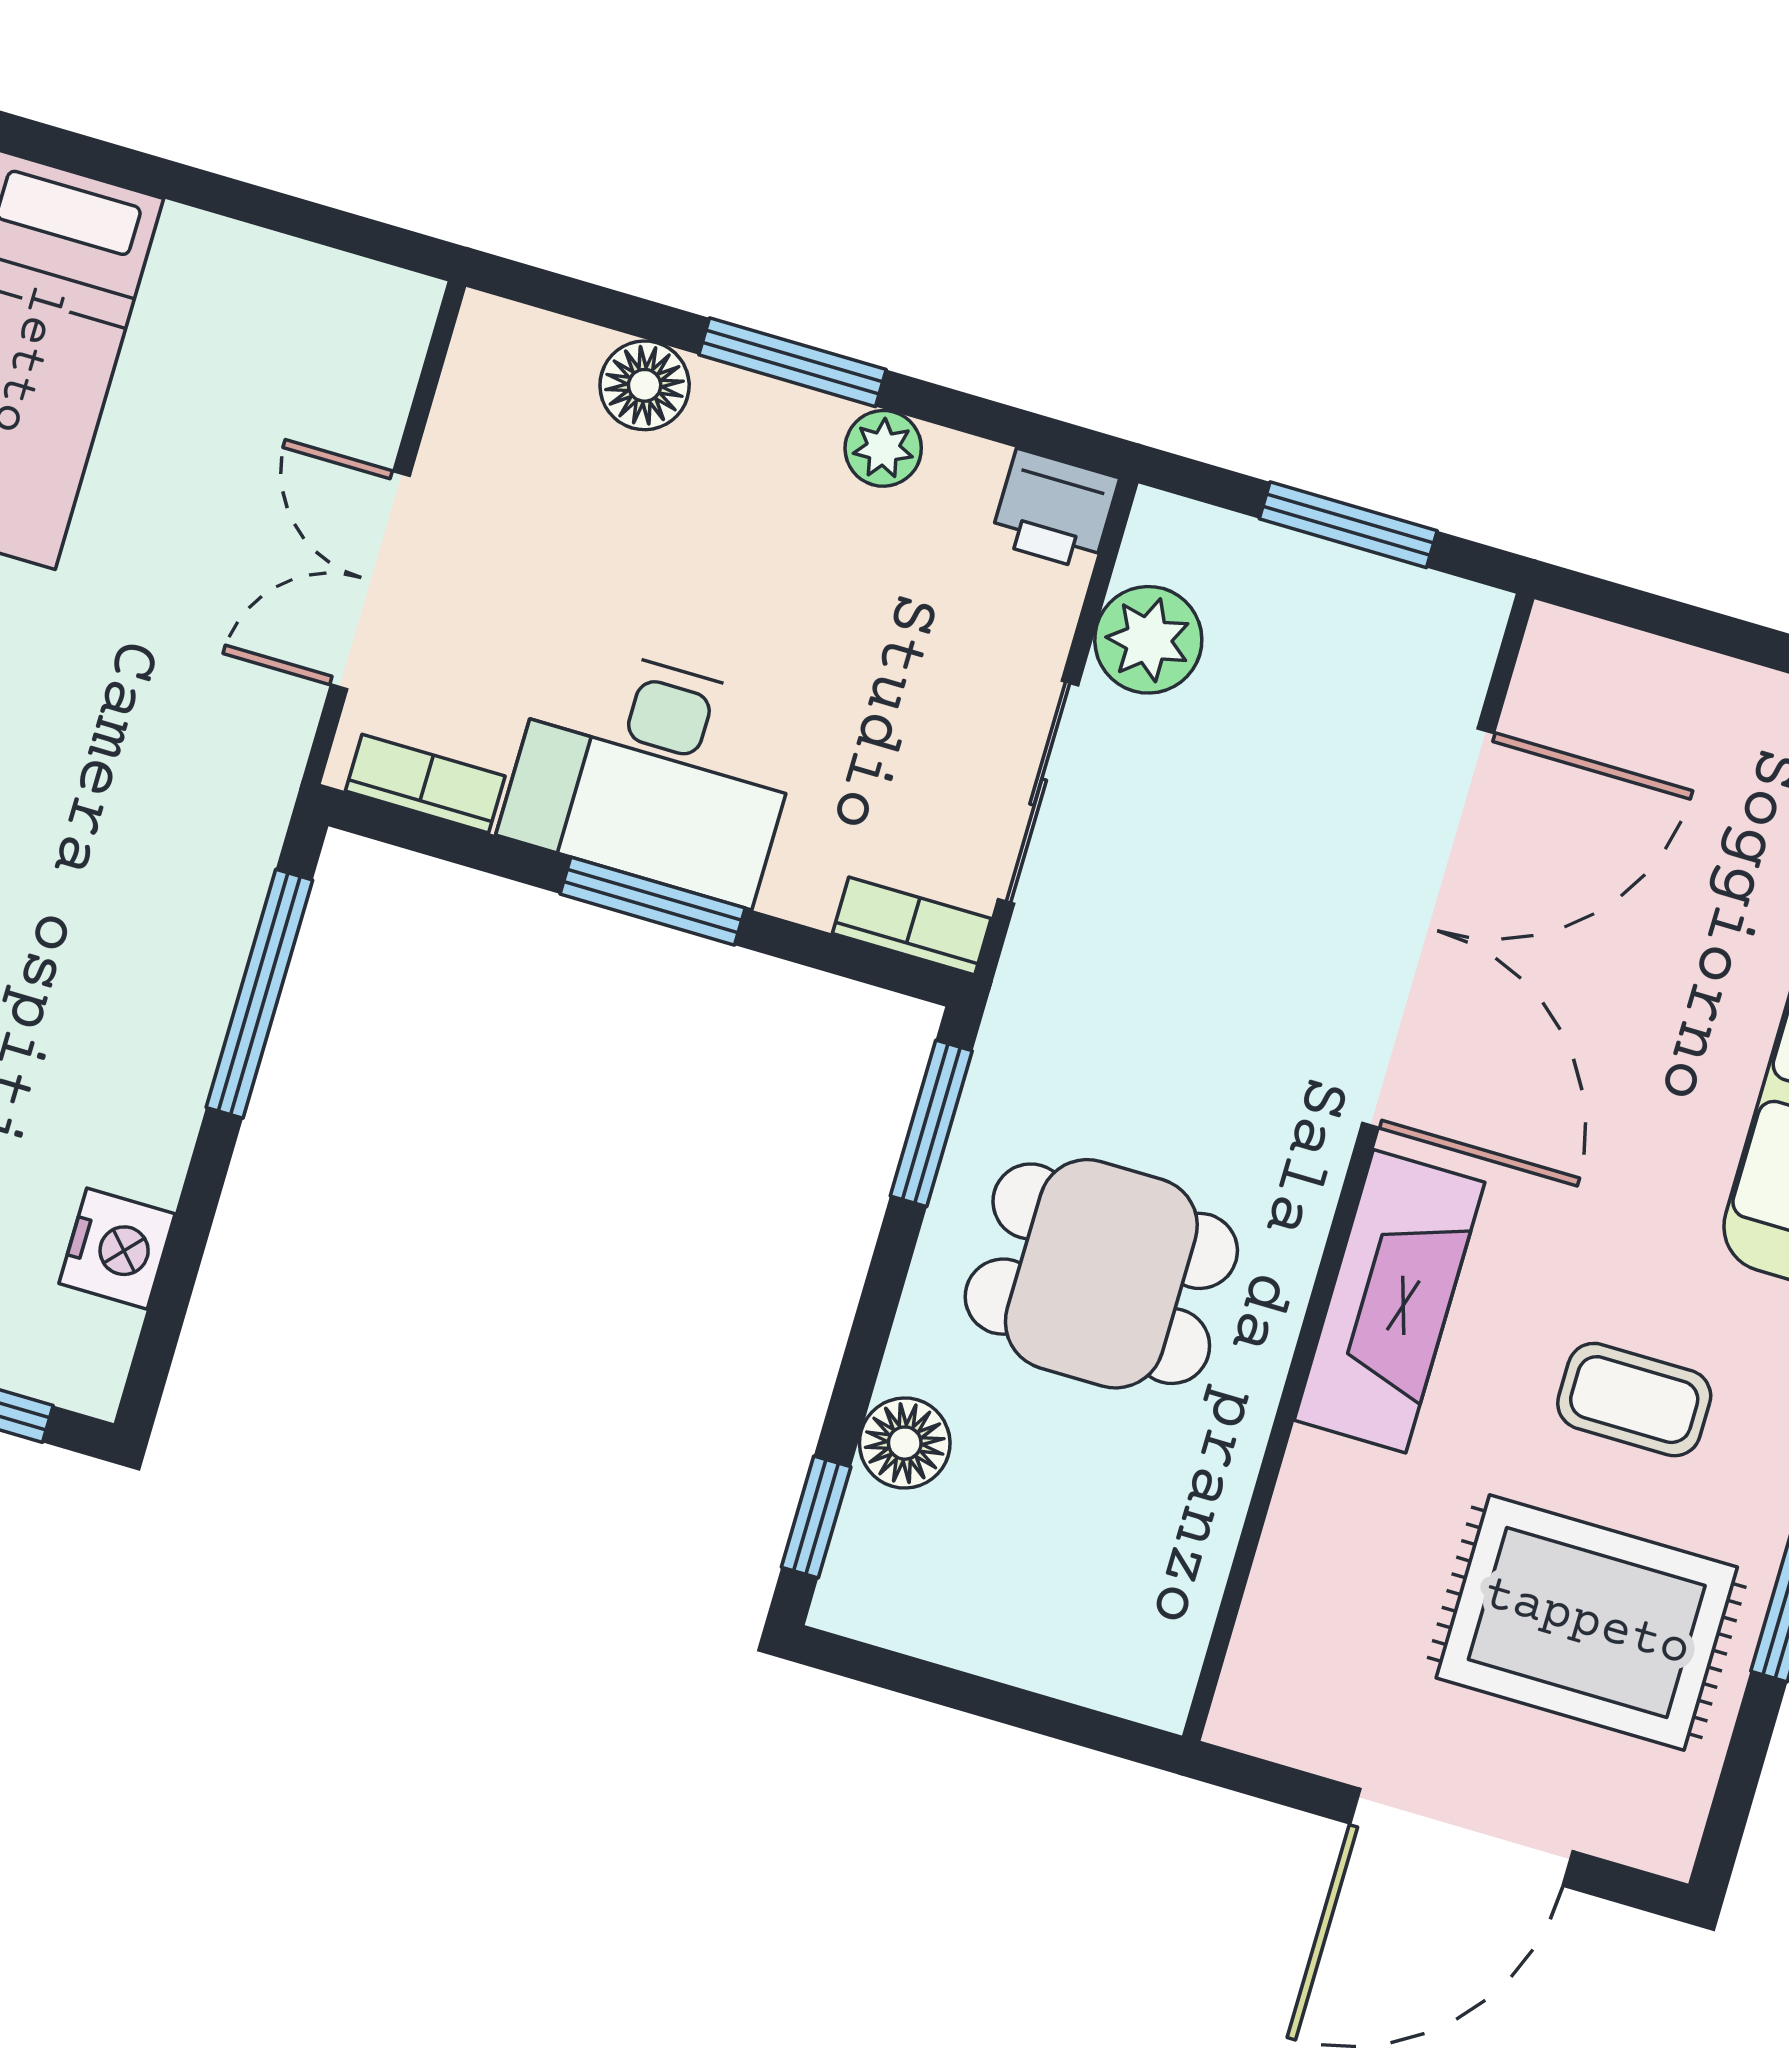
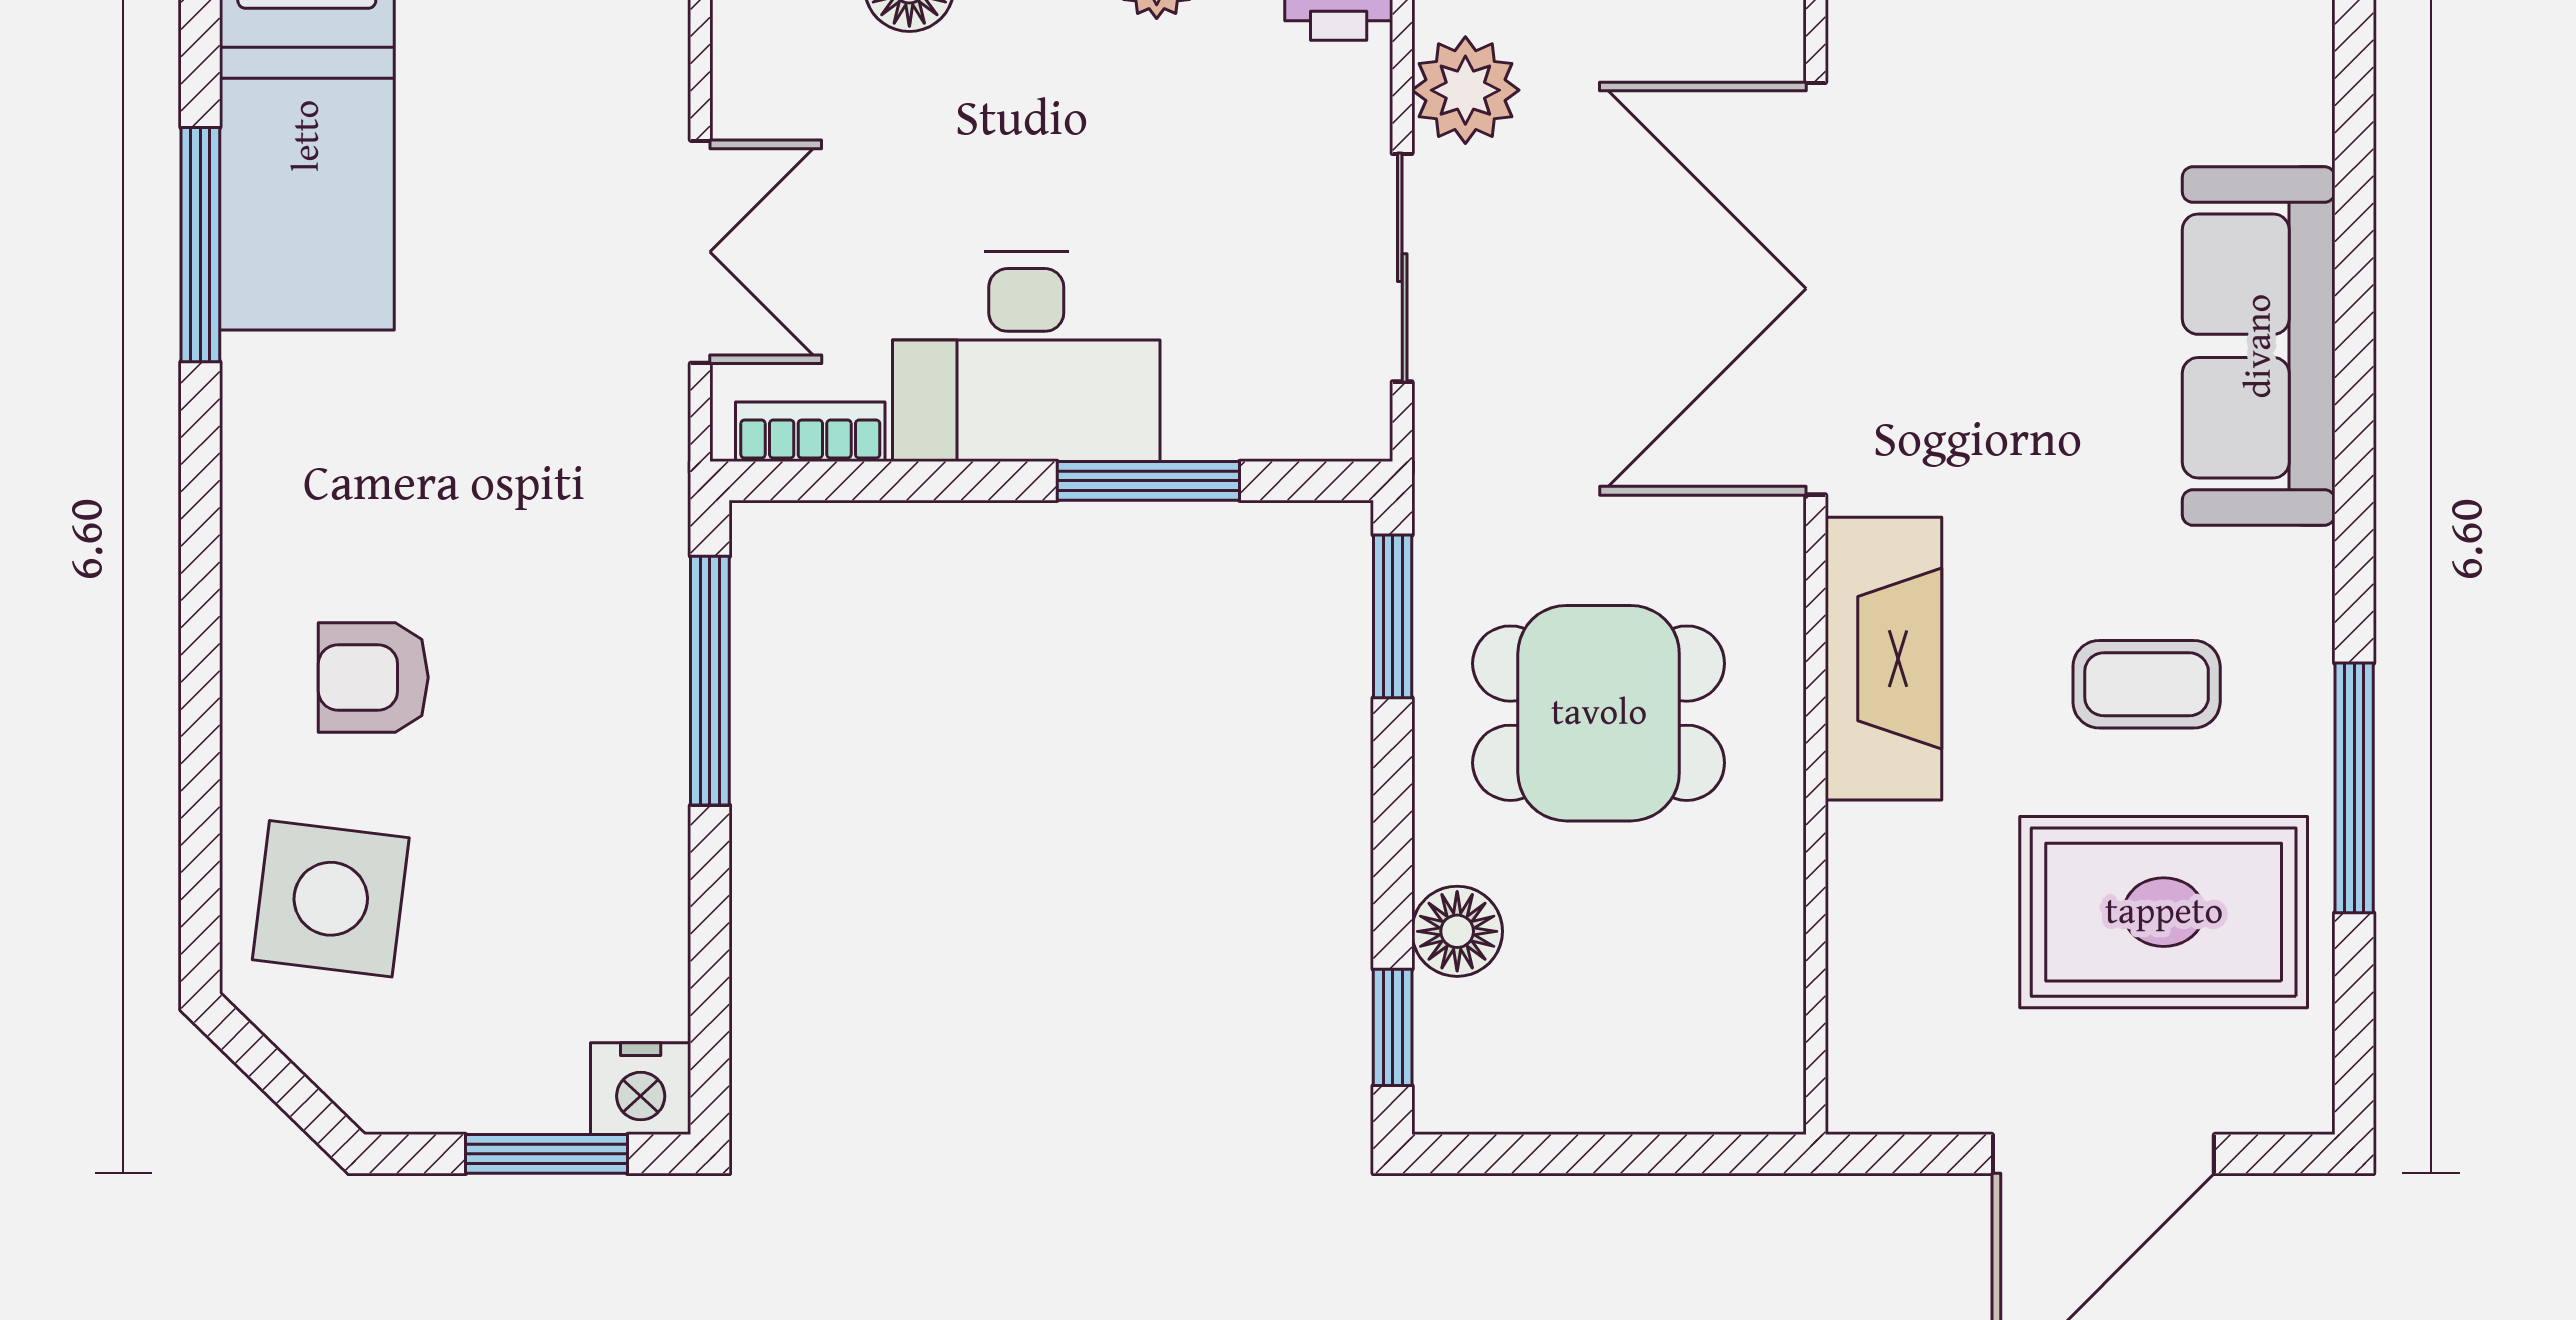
double door: (370, 580) -> (700, 252), swing flipped
window: (653, 901) -> (1148, 481), moved
bookcase: (912, 926) -> (1318, 432), removed
double door: (1428, 928) -> (1816, 289), swing flipped
nightstand: (117, 1249) -> (641, 1089), moved, turned 90

